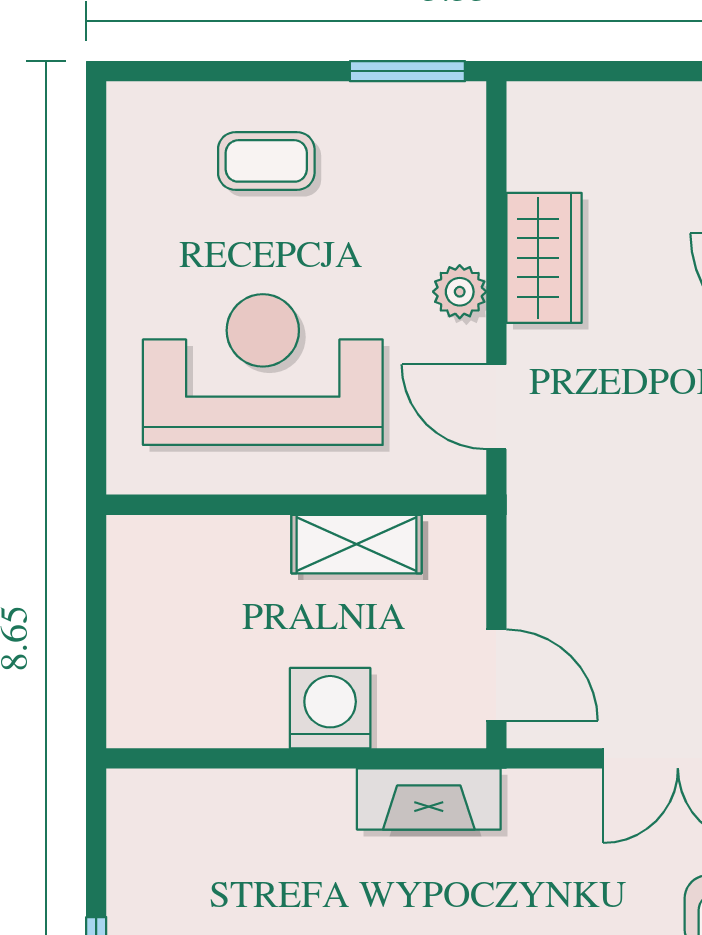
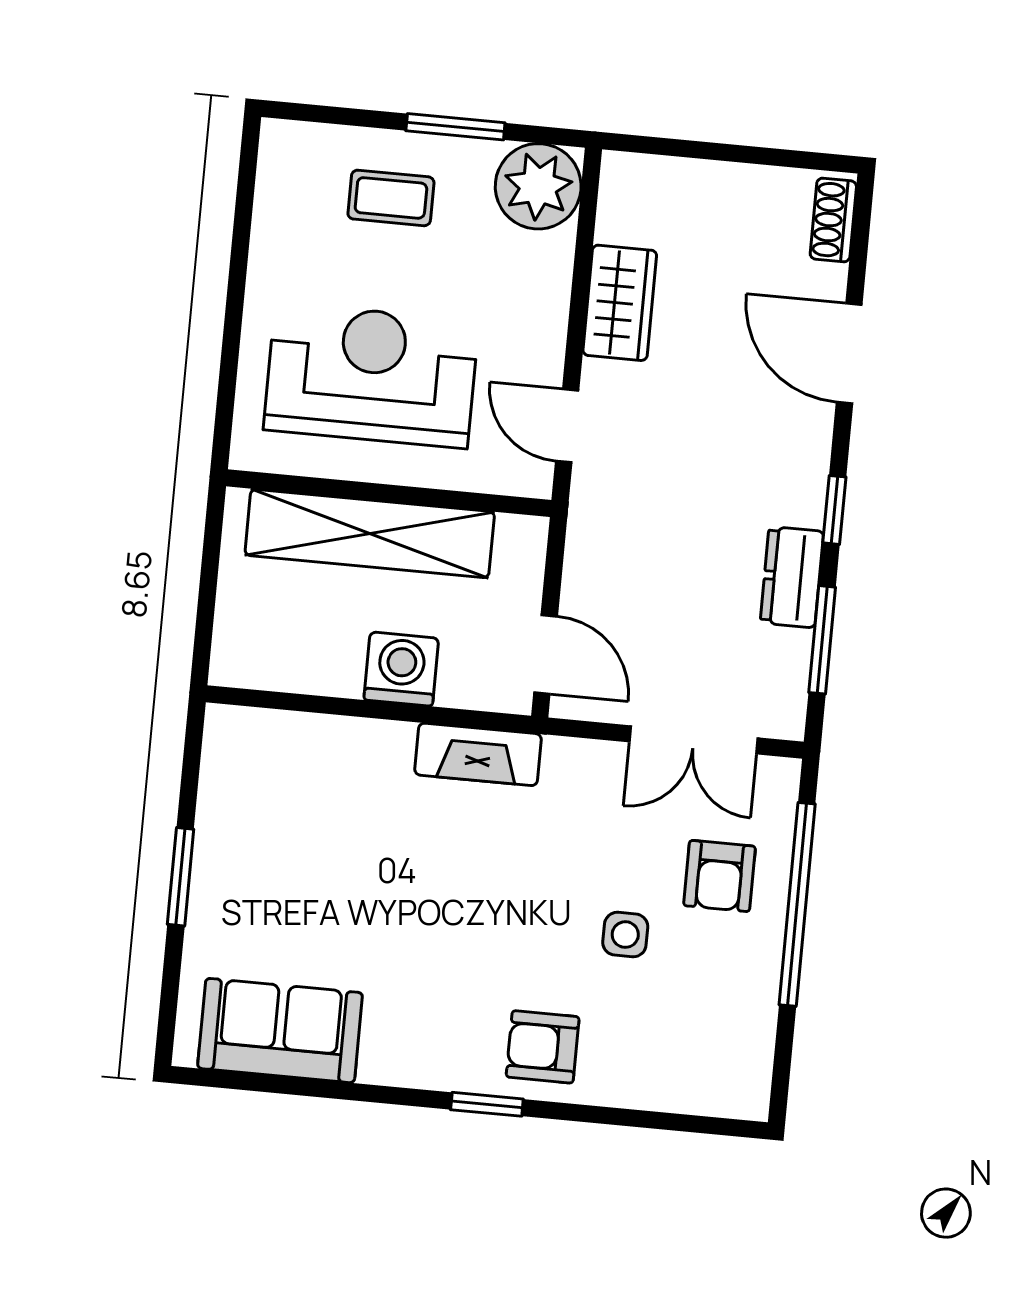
window: (407, 71) -> (455, 127), moved
plant: (460, 292) -> (538, 186), moved, width x1.88, depth x1.88
shelving: (357, 544) -> (370, 533), width x2.20, depth x1.33

